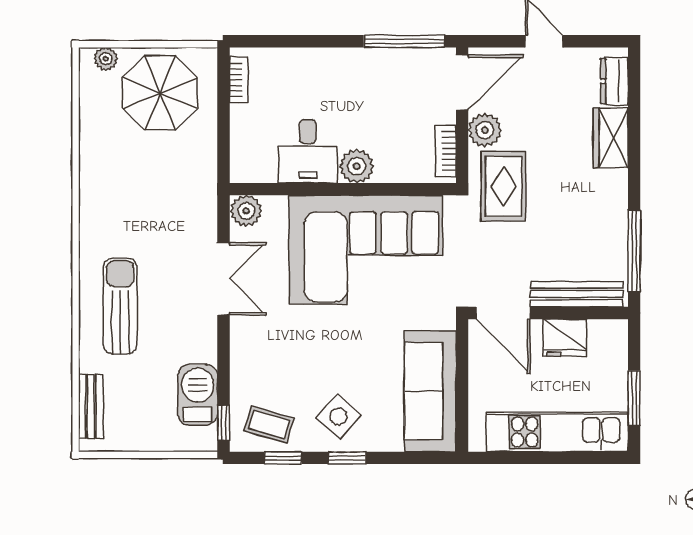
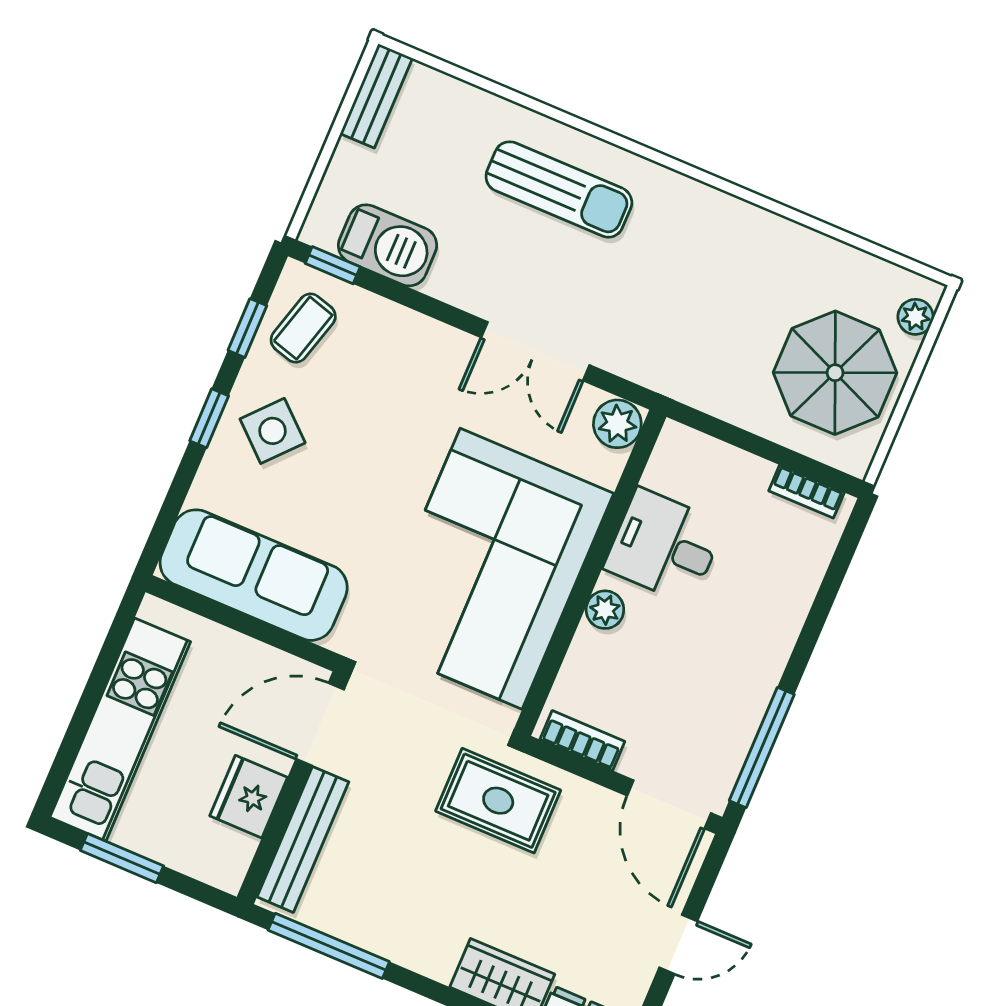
plant: (485, 130) -> (588, 808), removed
plant: (357, 166) -> (605, 610), width x0.73, depth x0.73
bench: (91, 407) -> (376, 96), moved, turned 90

